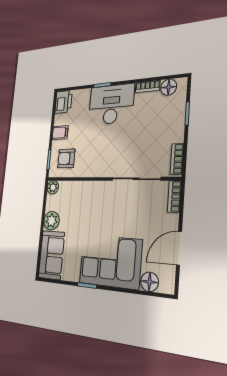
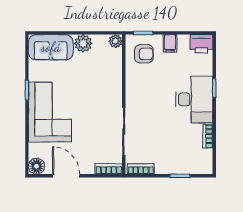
floor lamp: (169, 87) -> (205, 157), removed
armchair: (66, 158) -> (144, 54), turned 90
floor lamp: (150, 282) -> (37, 166), moved

